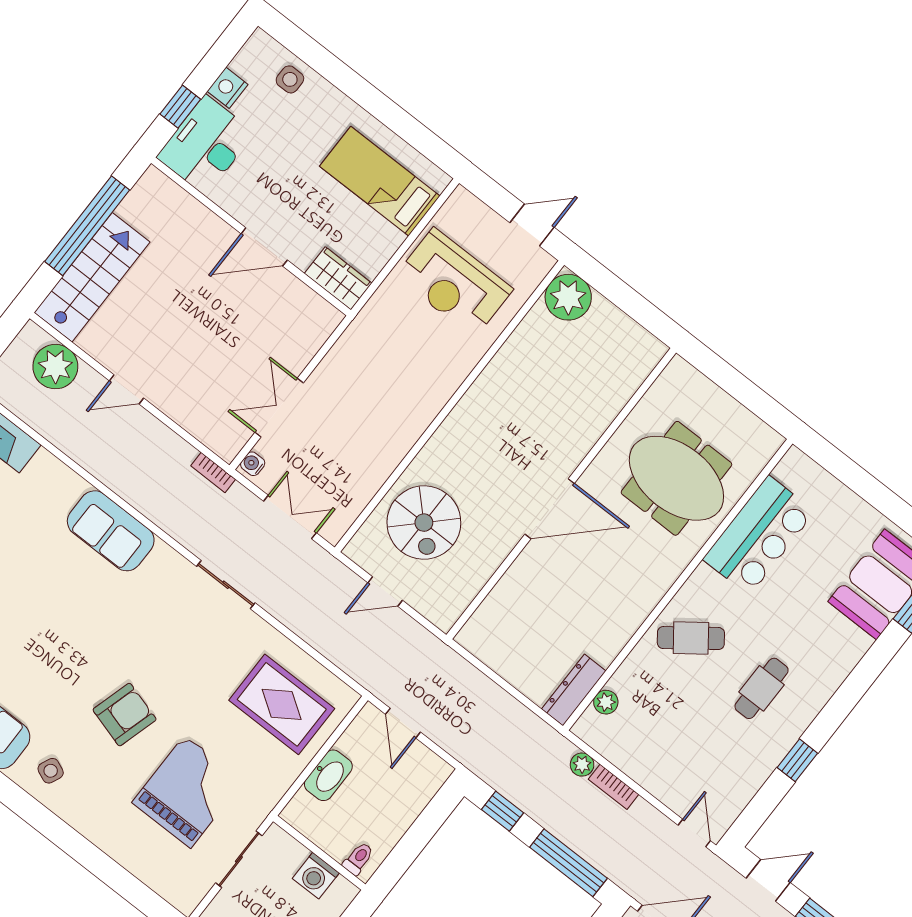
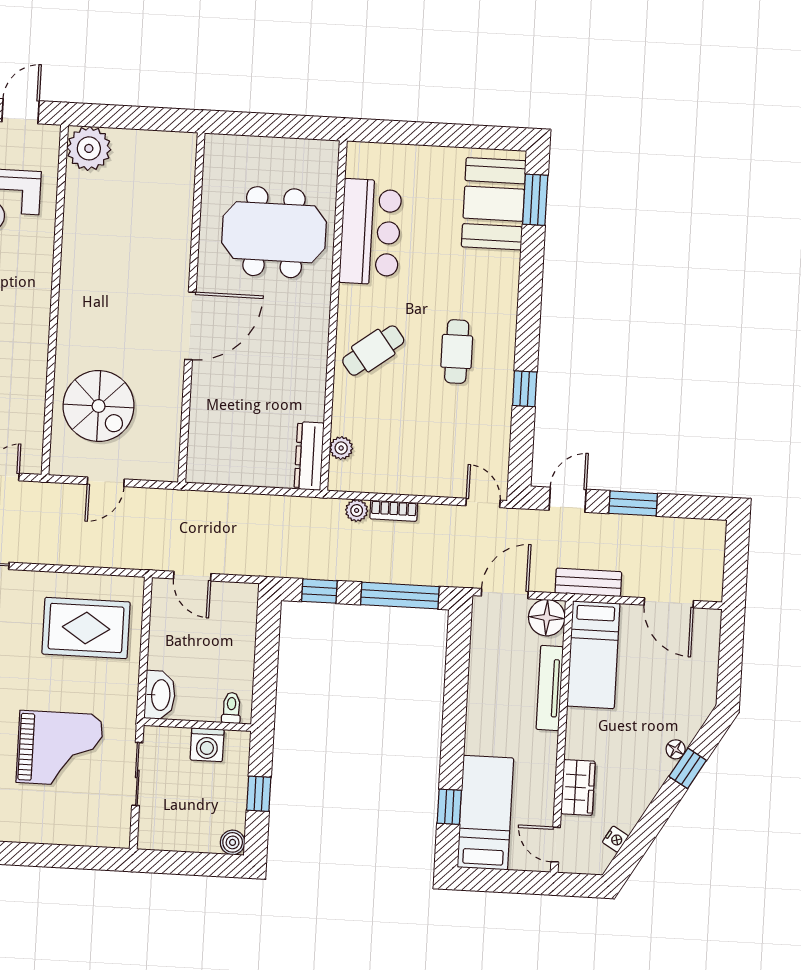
washbasin: (328, 775) -> (160, 695), moved
grand piano: (188, 792) -> (60, 749), turned 90

